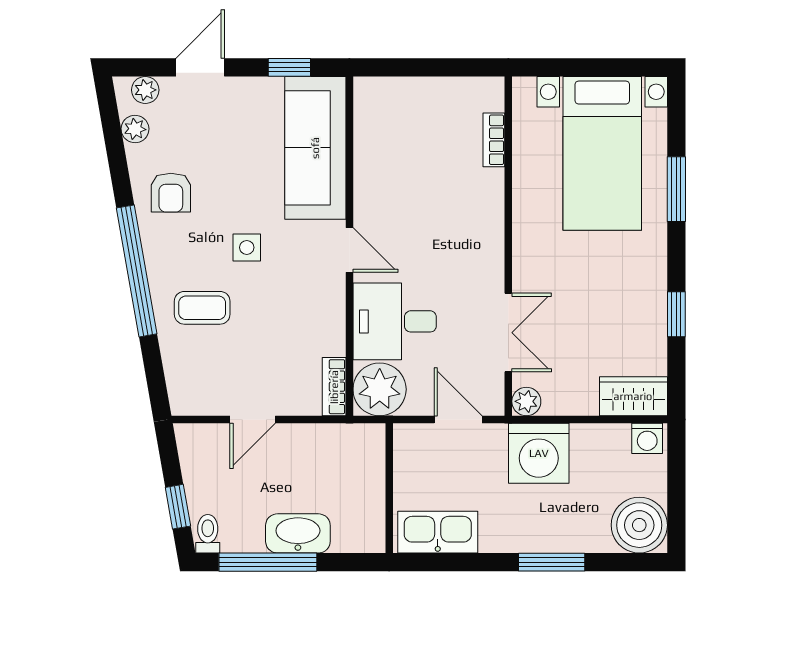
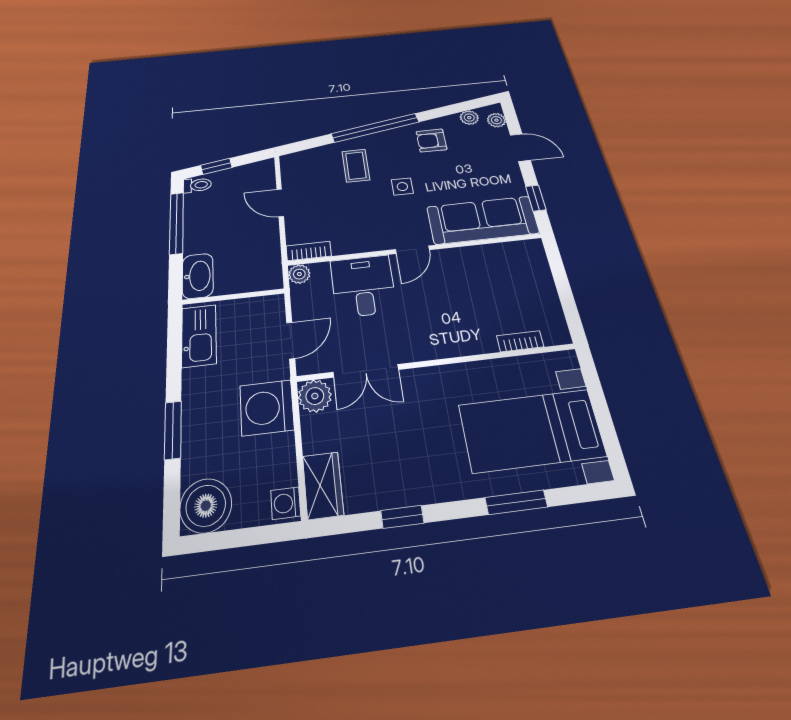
plant: (380, 389) -> (299, 274), width x0.53, depth x0.53
plant: (526, 401) -> (315, 396), width x1.38, depth x1.38
washbasin: (298, 533) -> (198, 276), moved

